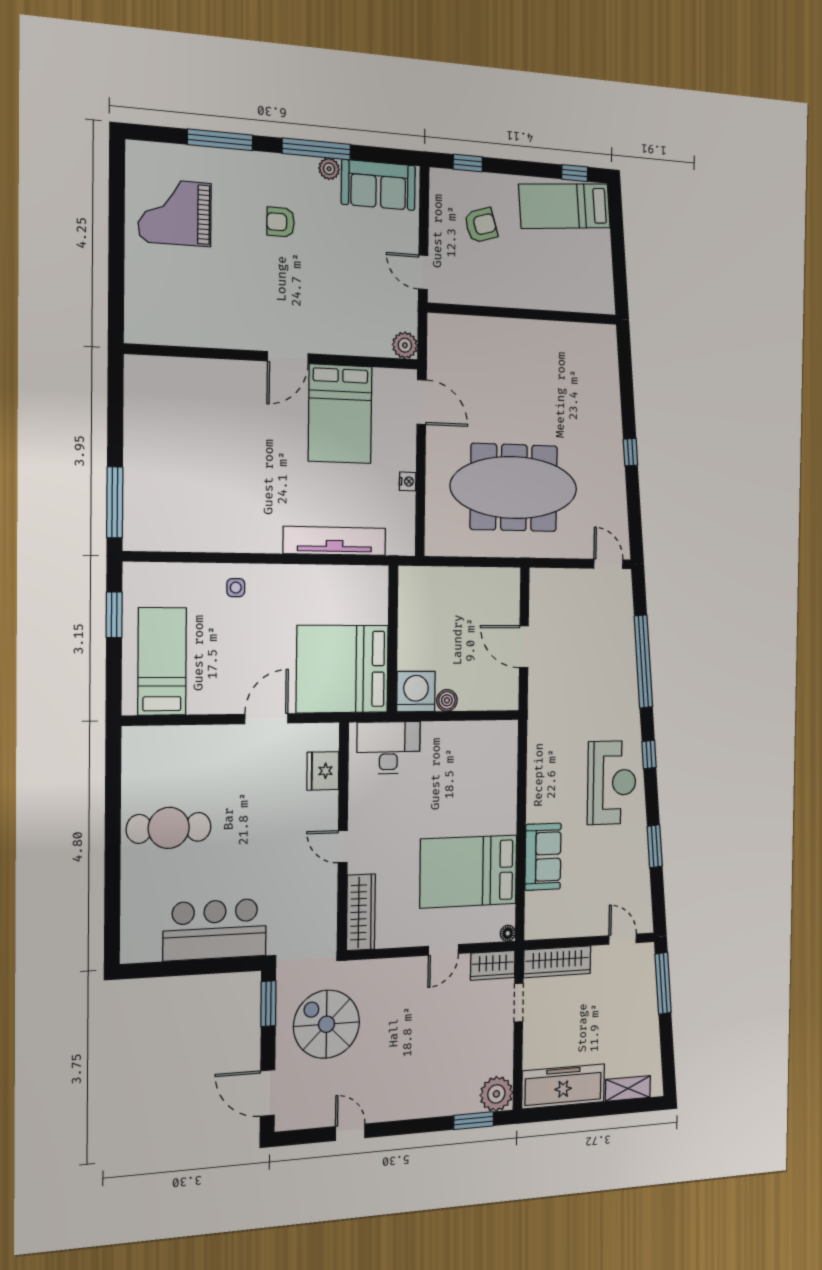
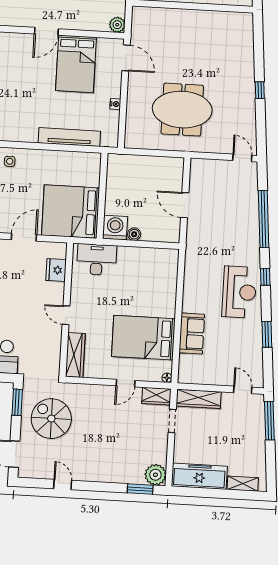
meeting table: (514, 488) -> (182, 110), width x0.73

